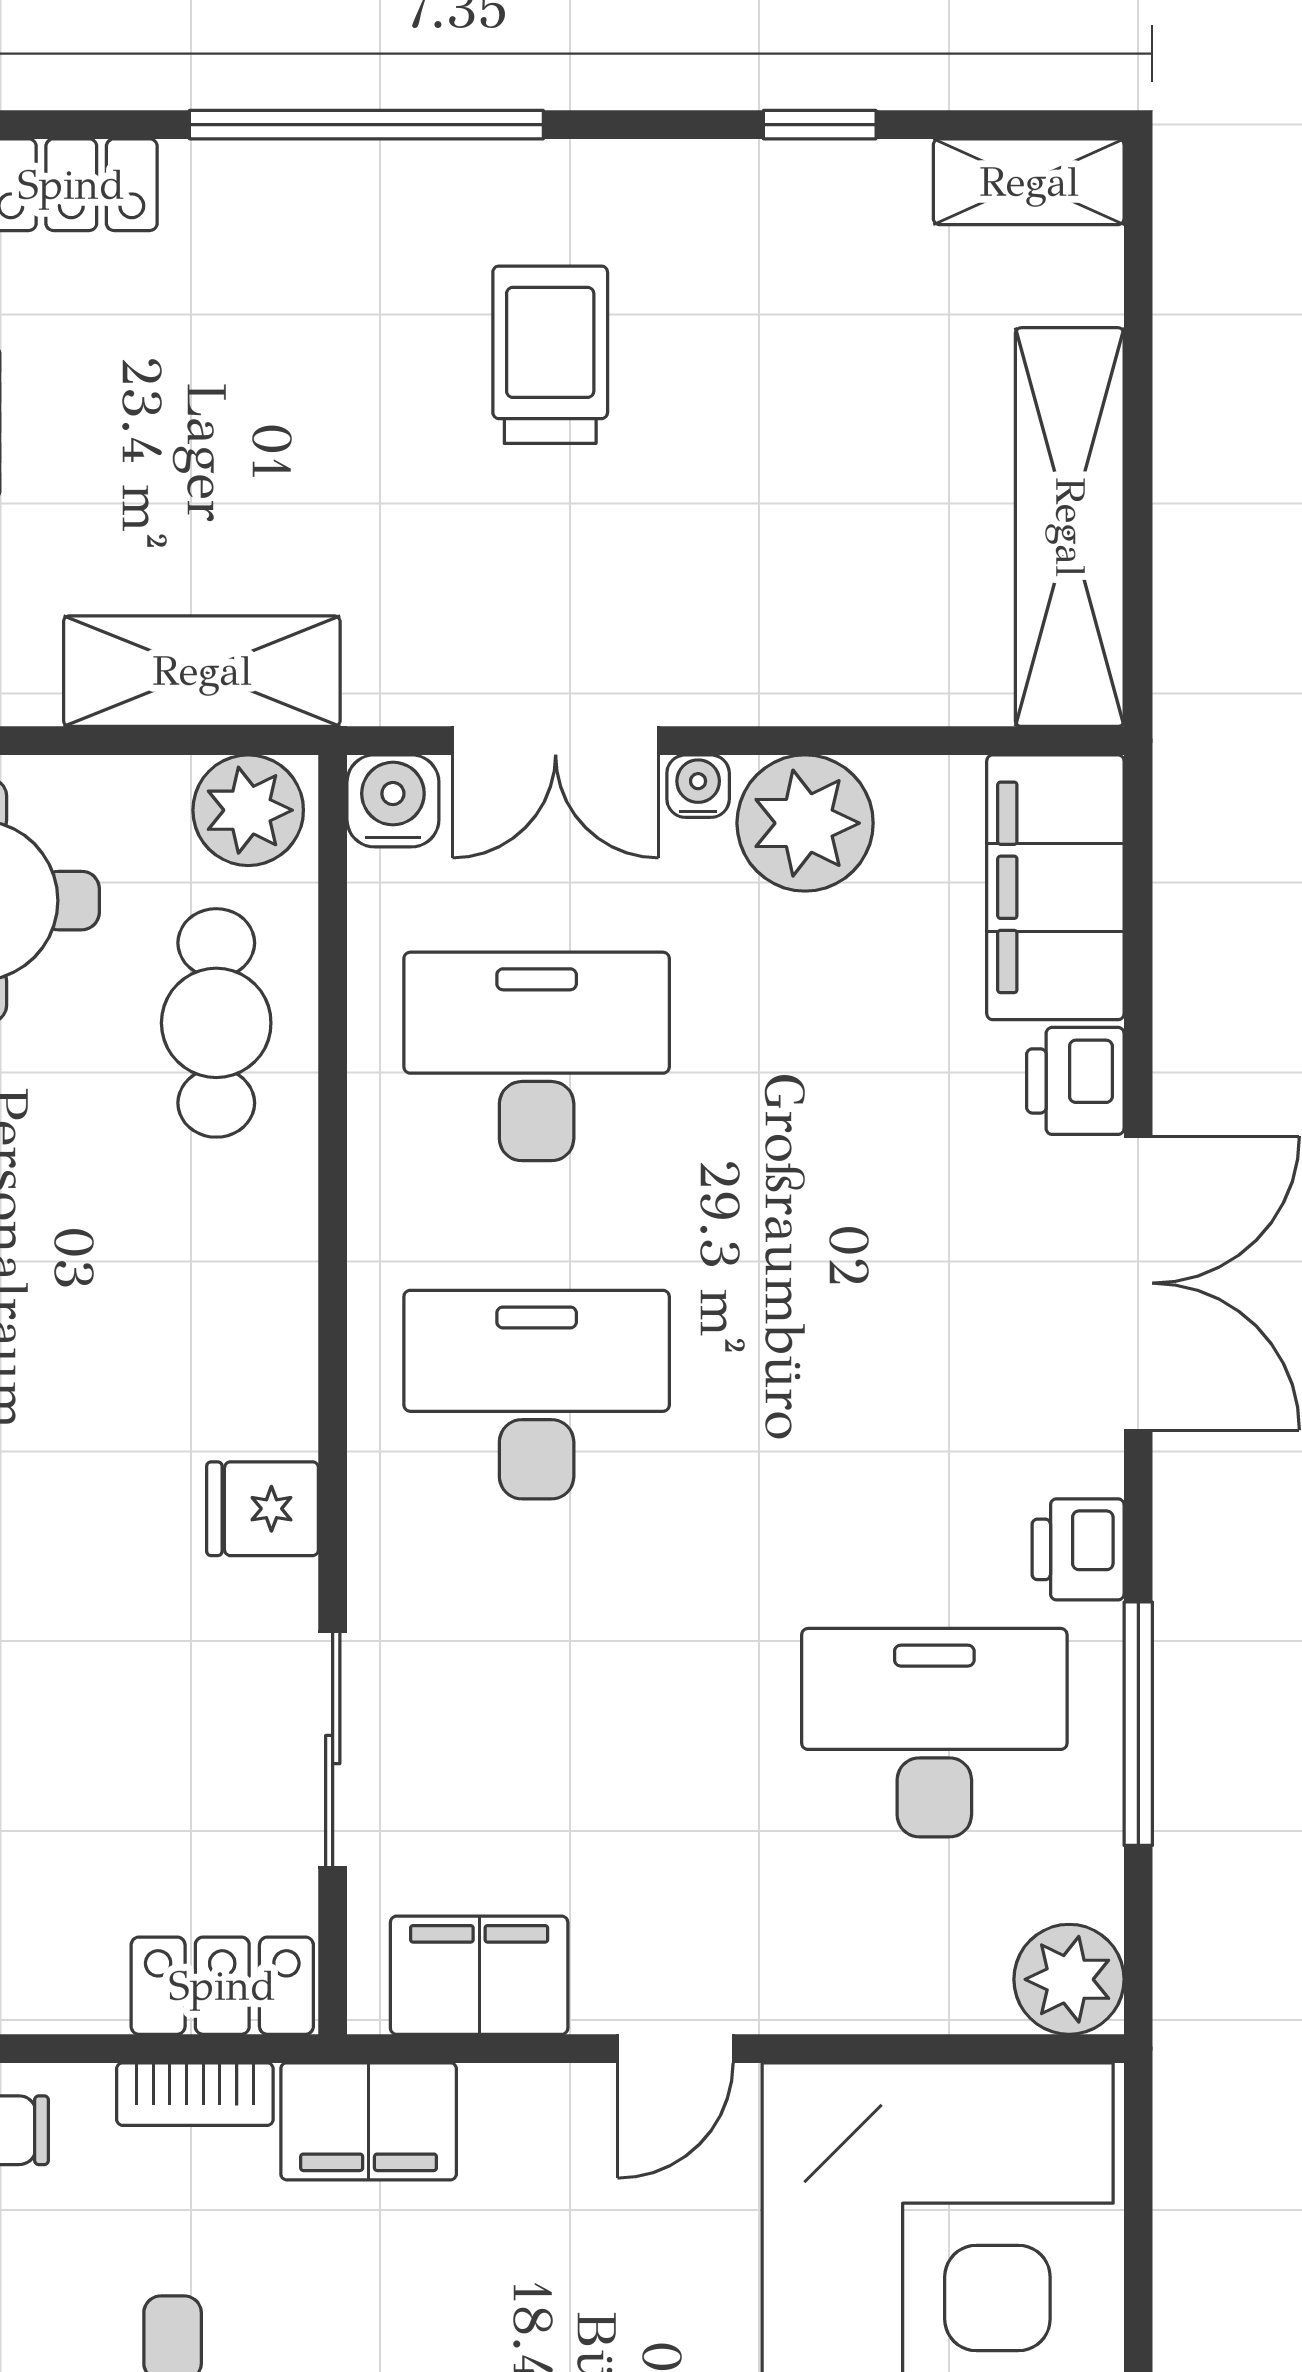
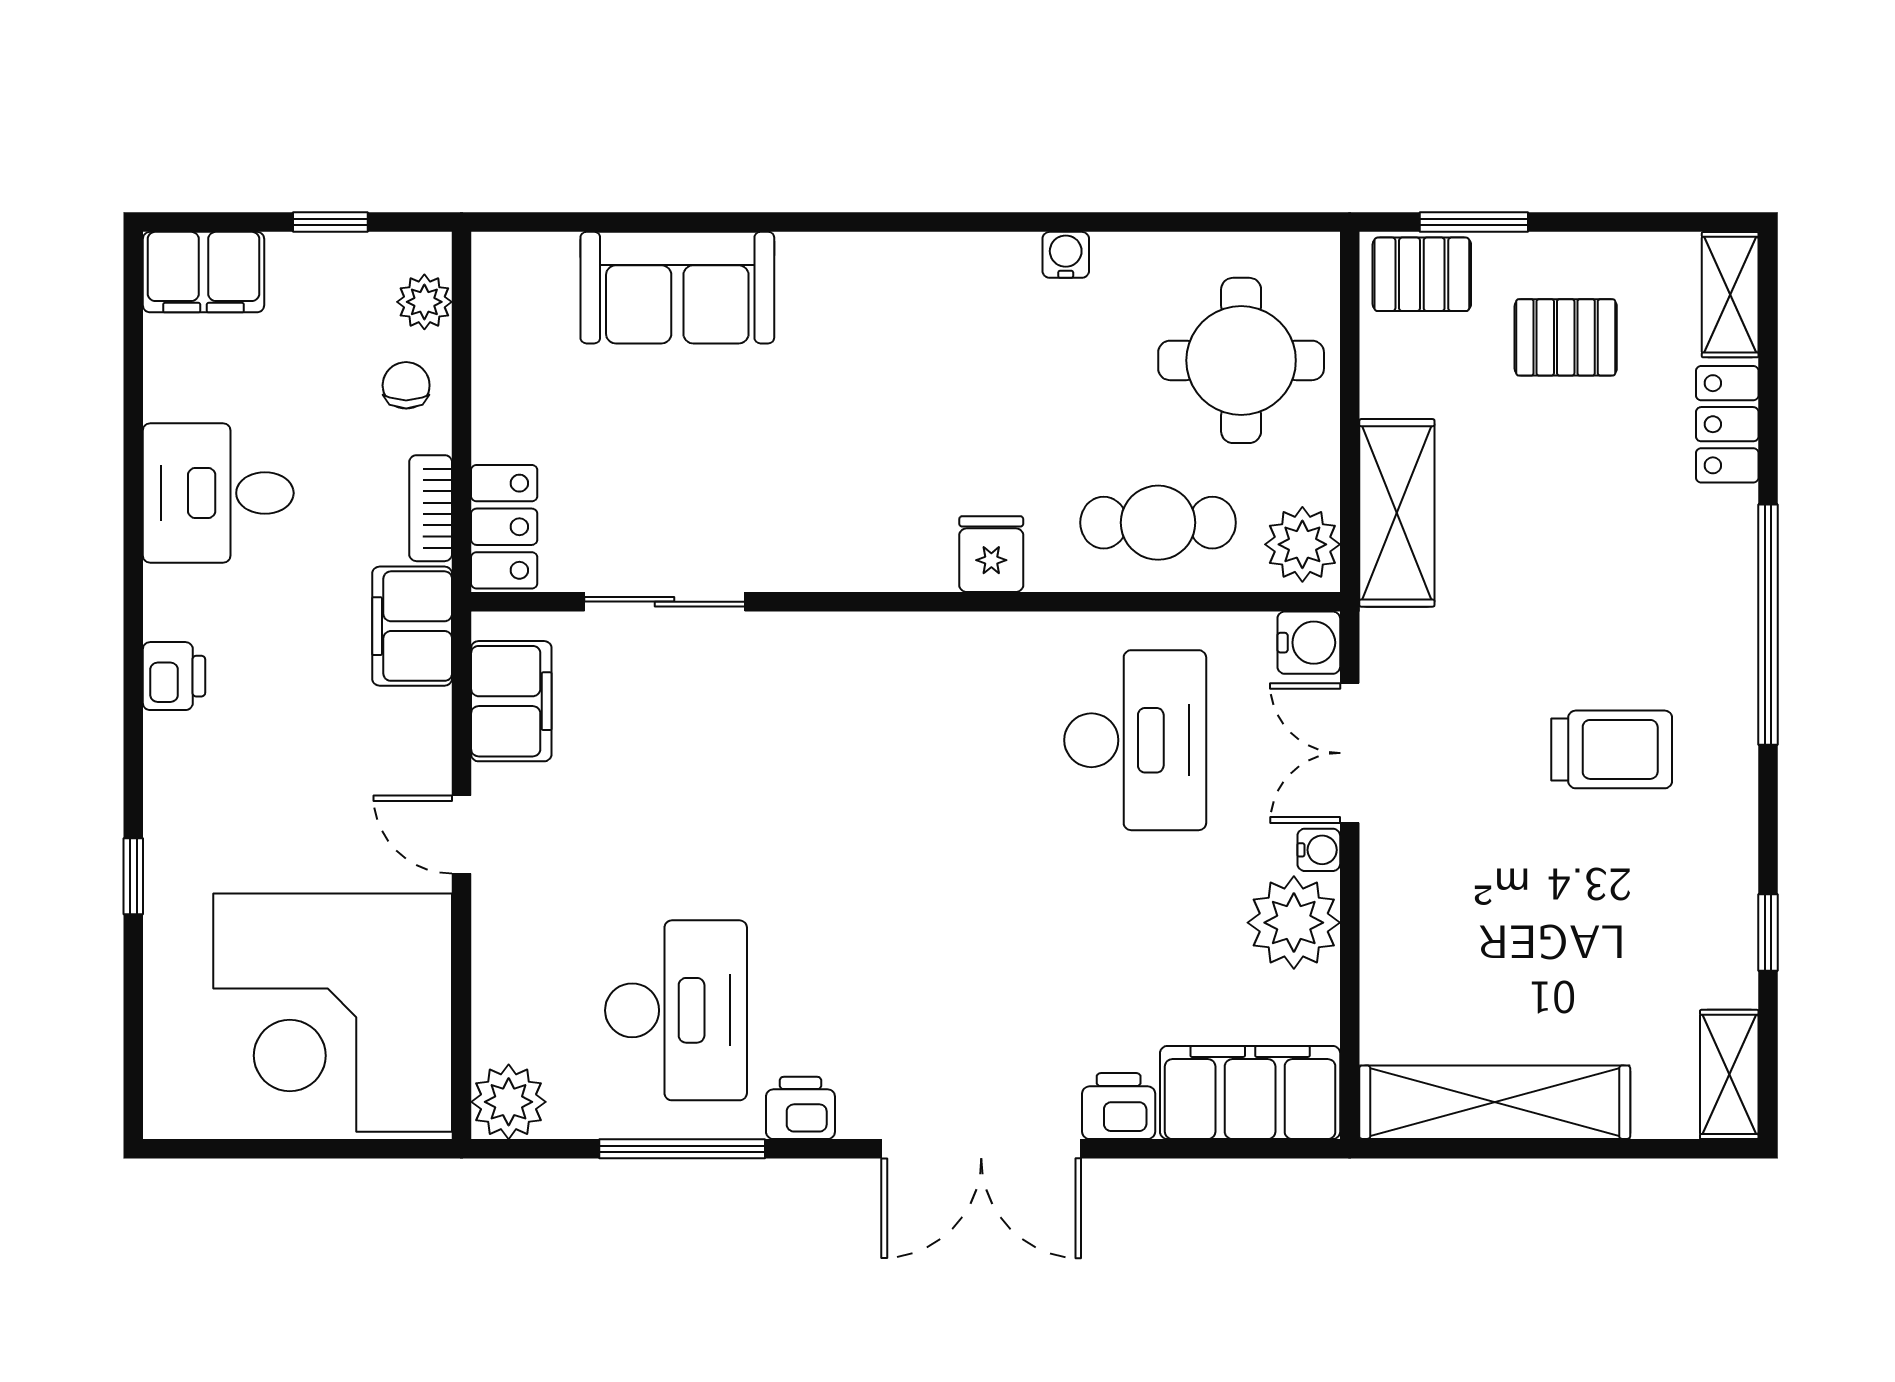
desk: (537, 1395) -> (906, 740), removed
fridge: (263, 1509) -> (991, 554), moved

